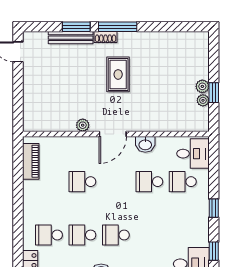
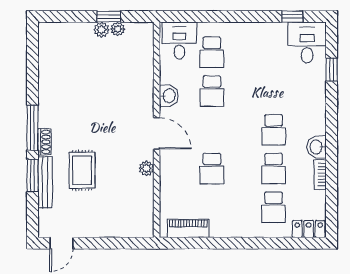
rug: (118, 74) -> (82, 170), moved, turned 90
window: (214, 208) -> (242, 17), removed

